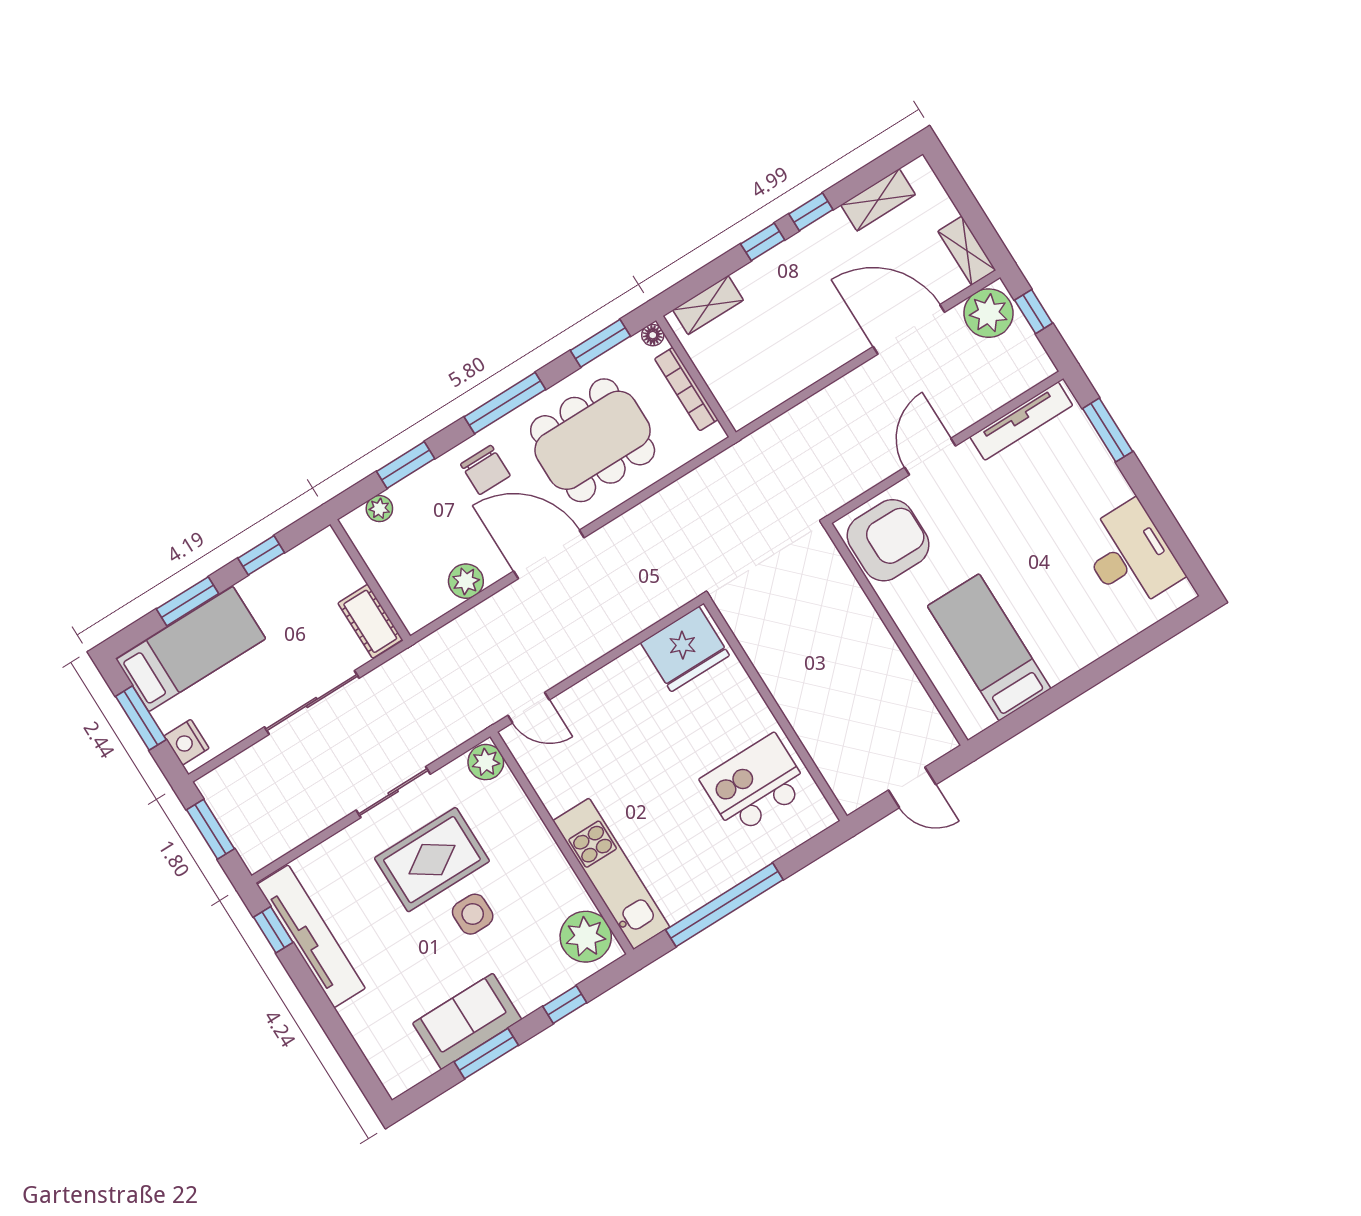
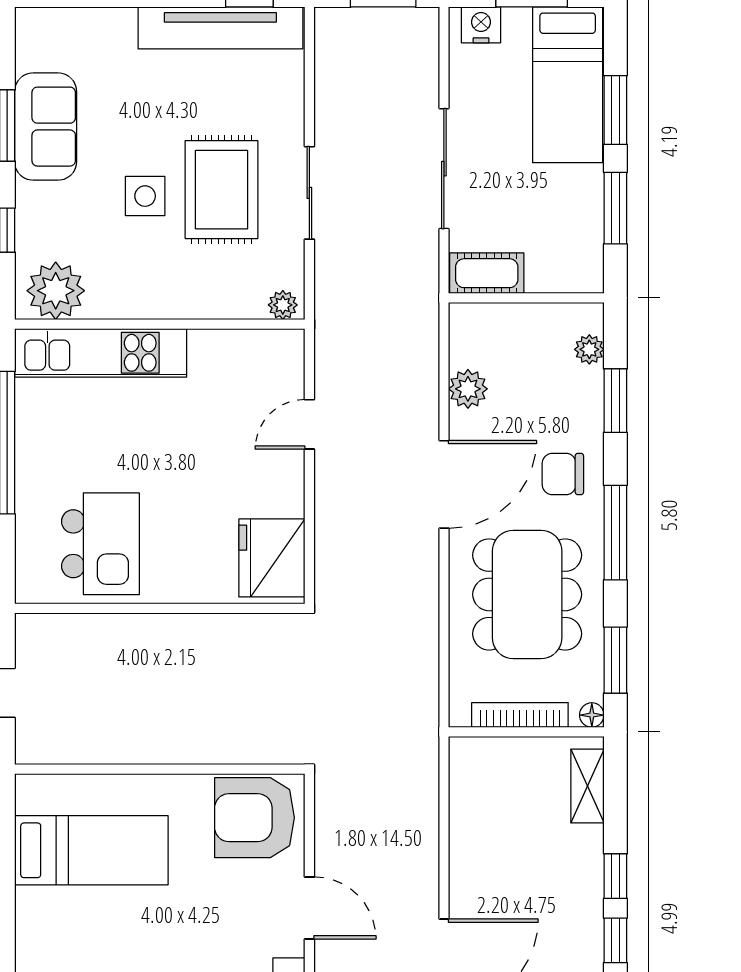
armchair: (888, 540) -> (254, 818), turned 90
window: (261, 555) -> (615, 208), width x1.50
door: (529, 708) -> (309, 424), moved
plant: (486, 762) -> (283, 305), width x0.73, depth x0.73

